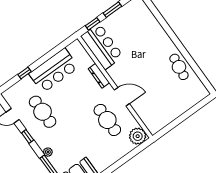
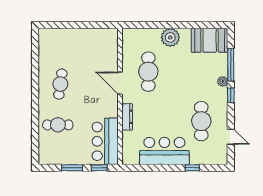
cafe table: (145, 33) -> (58, 125), added
cafe table: (179, 67) -> (60, 84), moved
plant: (138, 136) -> (170, 37), moved
window: (28, 137) -> (231, 95), moved

